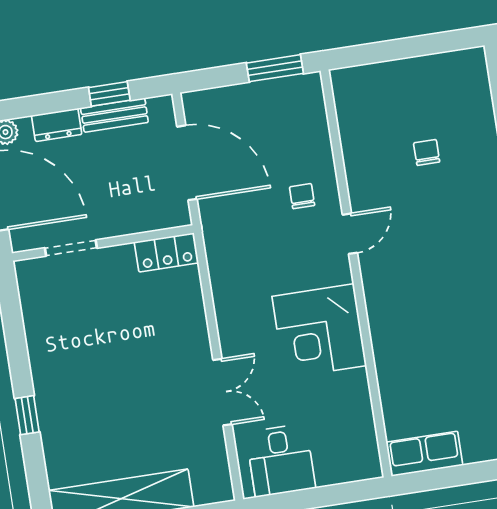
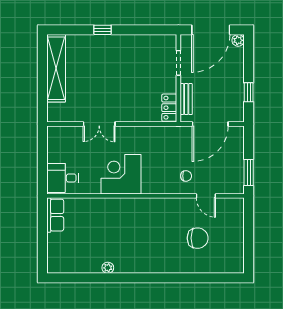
bench: (114, 115) -> (186, 99), moved
dresser: (57, 125) -> (238, 65), removed
chair: (427, 152) -> (198, 238), width x1.87, depth x1.87
door: (350, 234) -> (206, 196), moved
desk: (281, 460) -> (63, 178), moved

